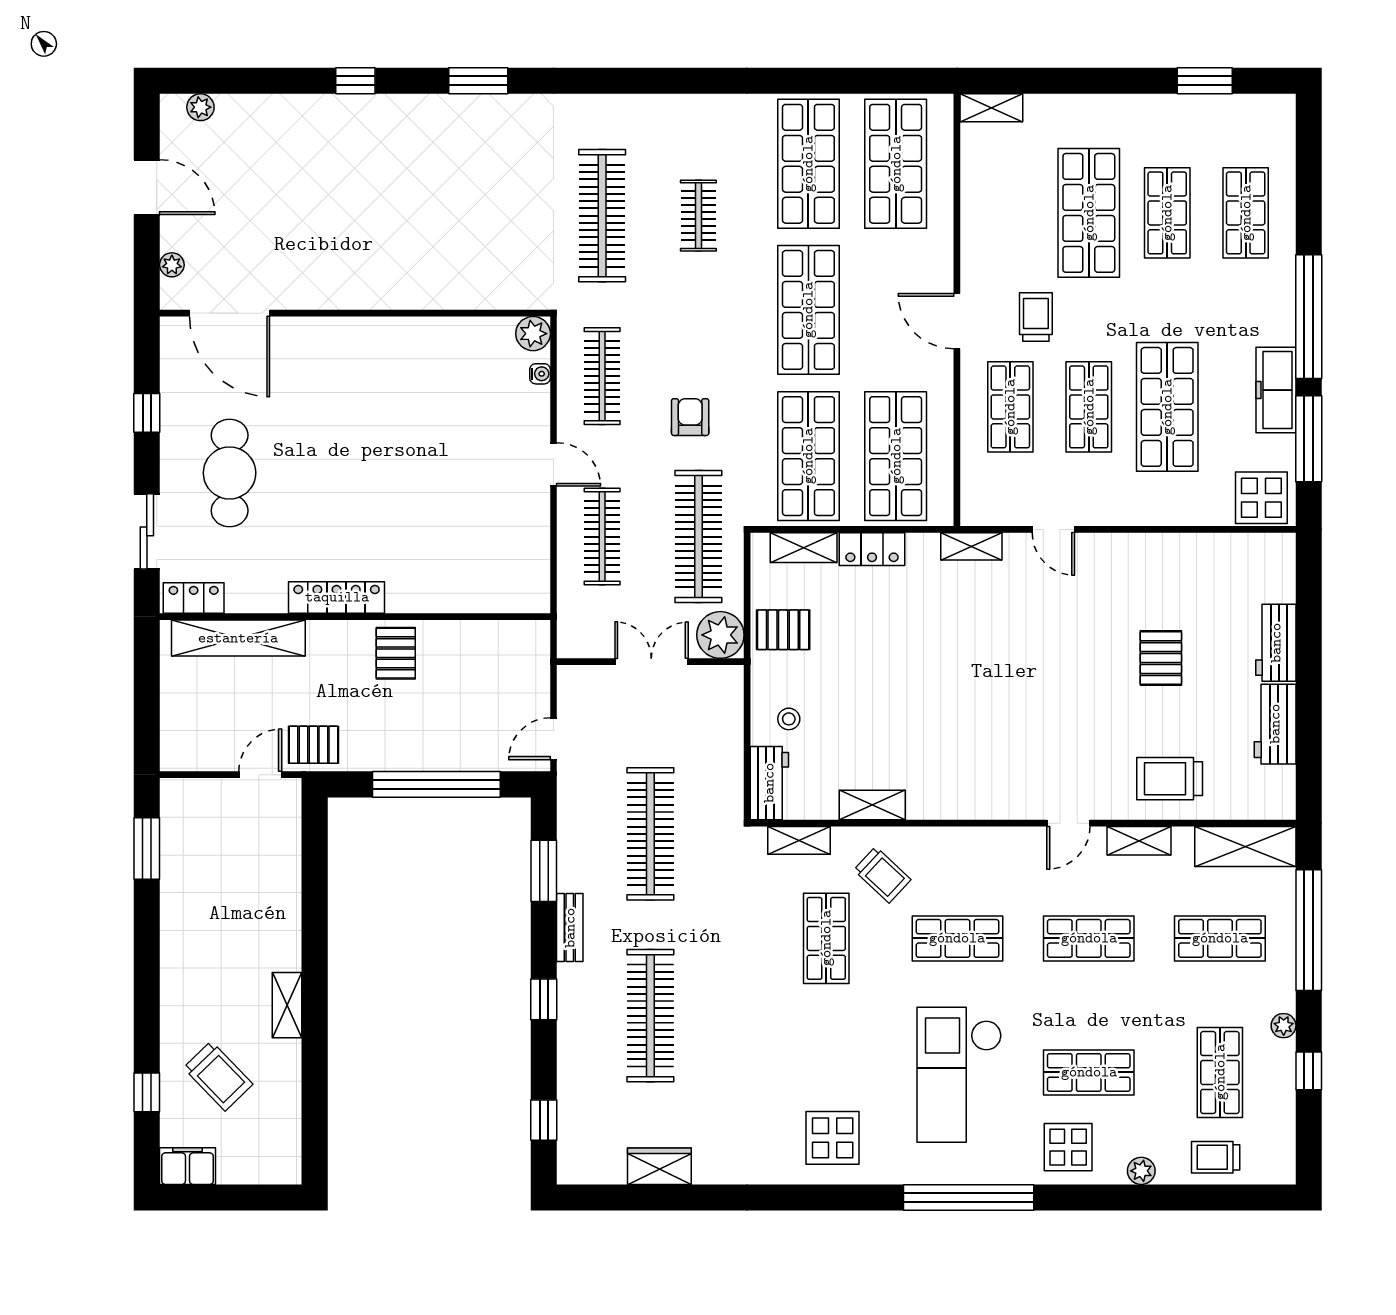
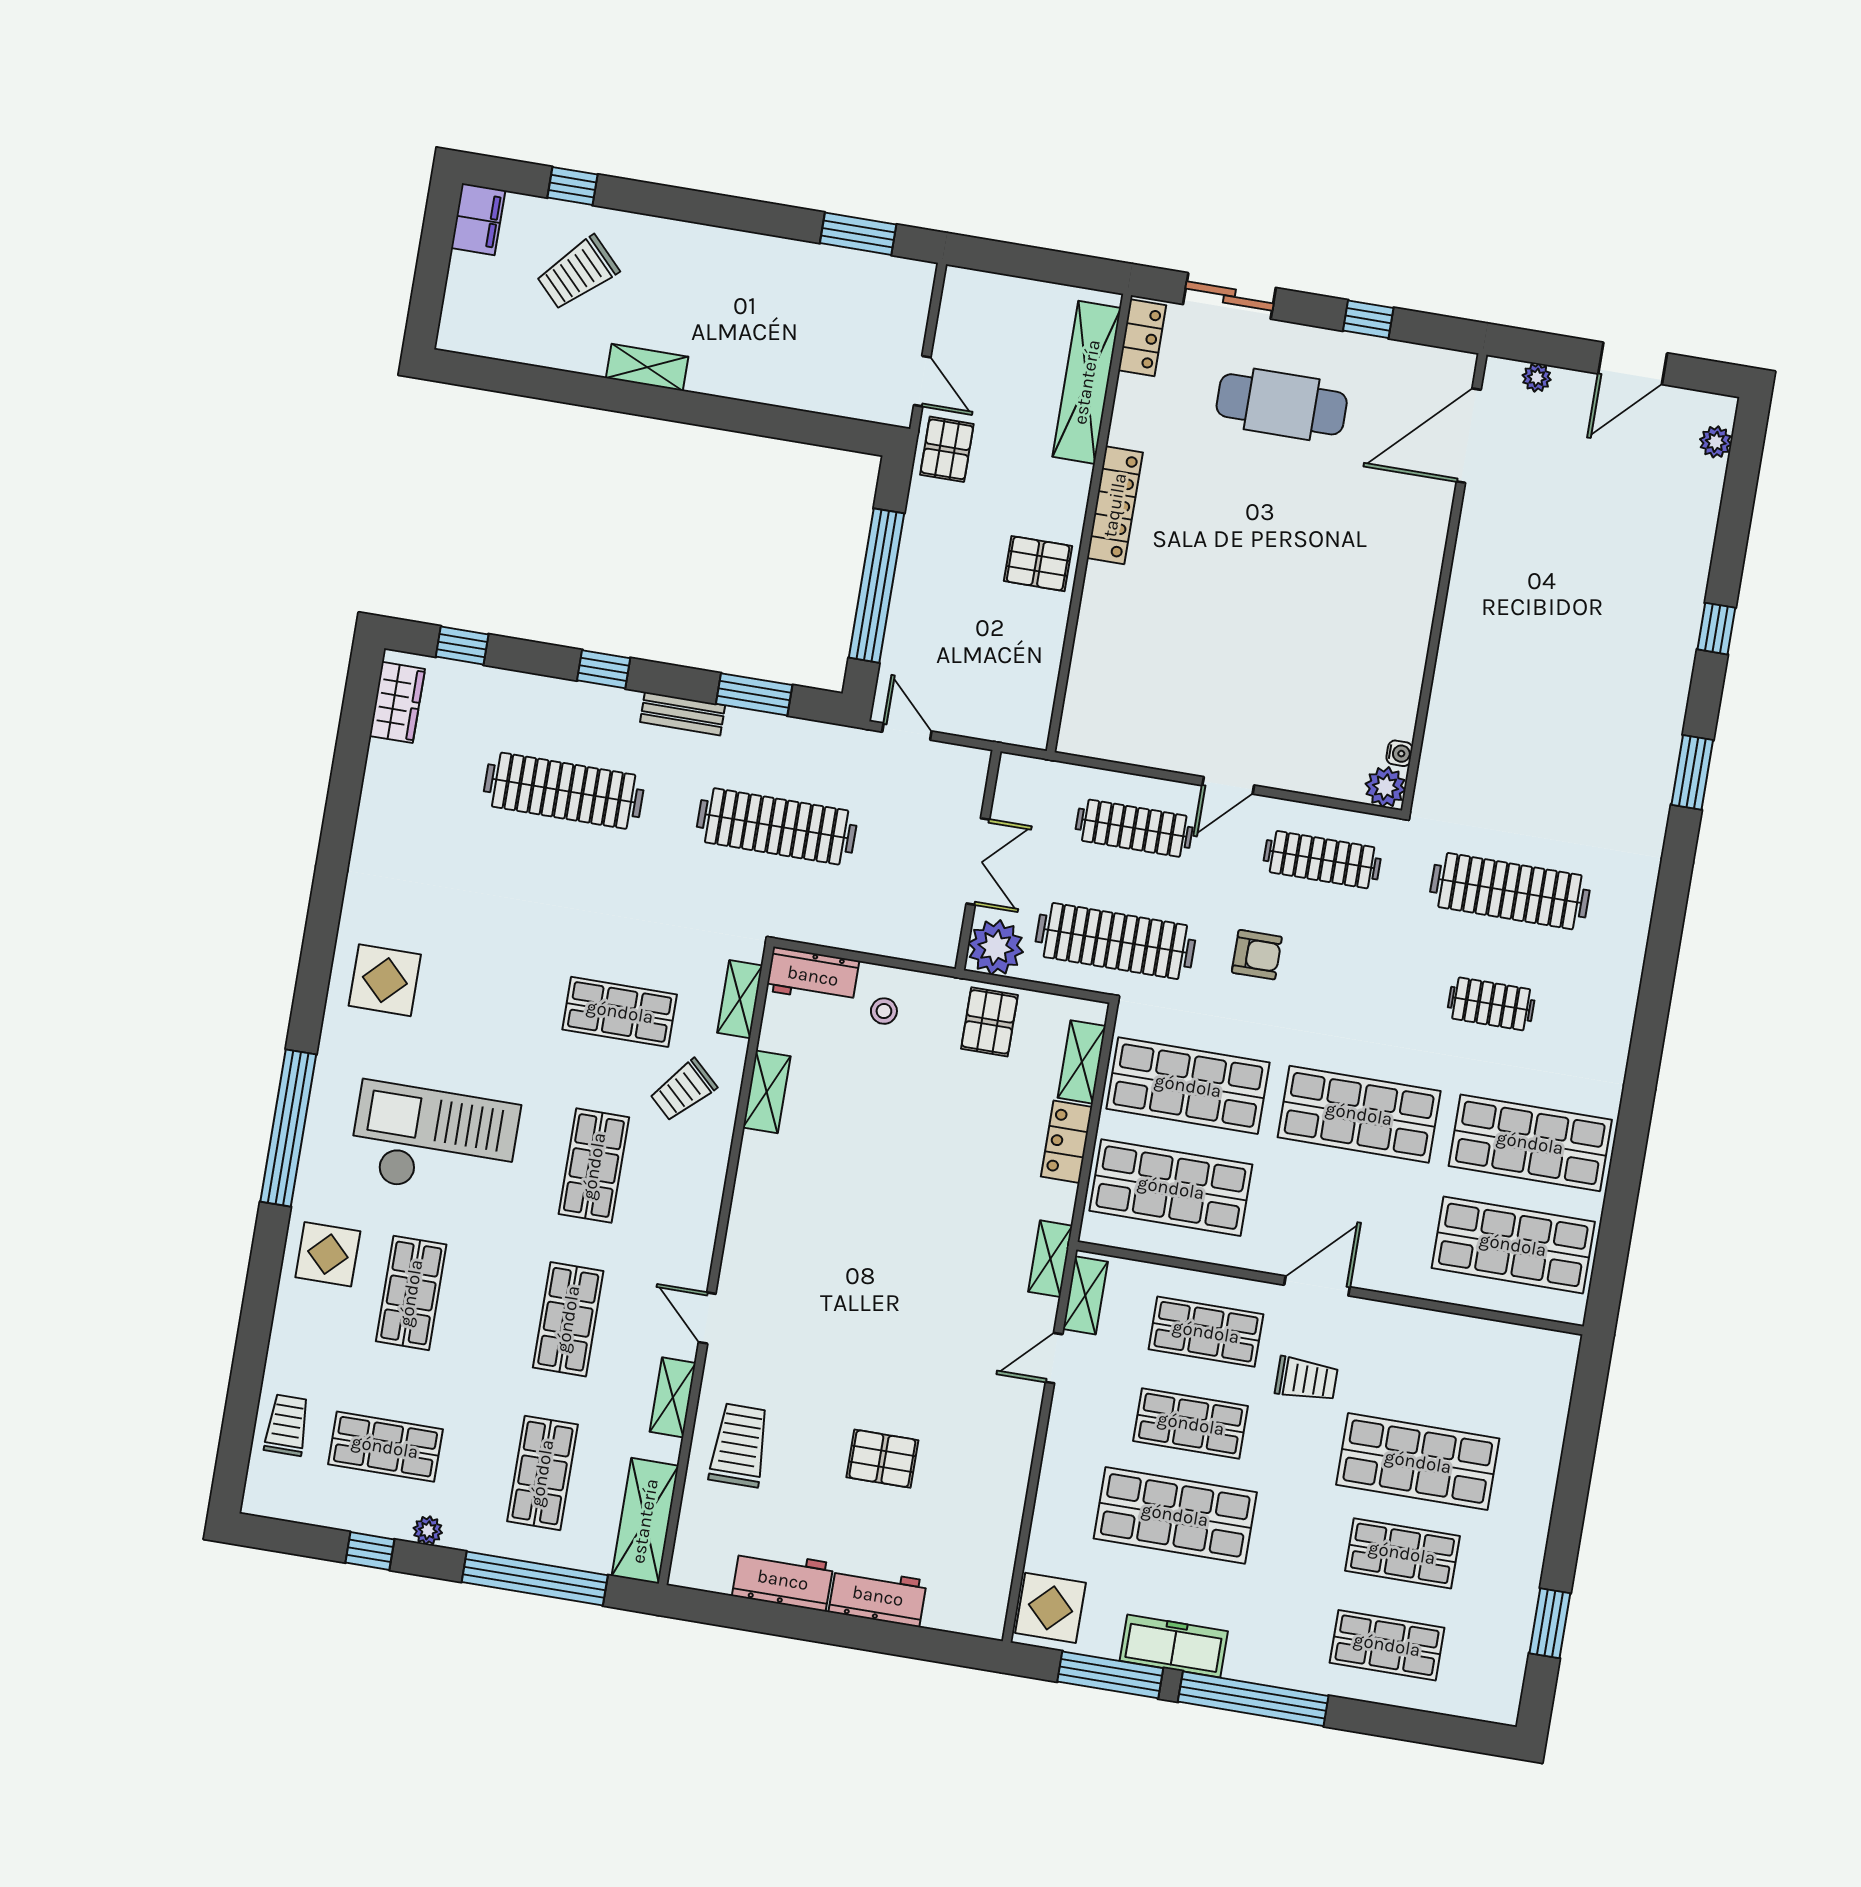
shelving: (991, 108) -> (1085, 1295), moved
water cooler: (540, 374) -> (1399, 753), moved, turned -90
wardrobe: (659, 1166) -> (397, 702), moved
plant: (1141, 1171) -> (286, 1335), removed

